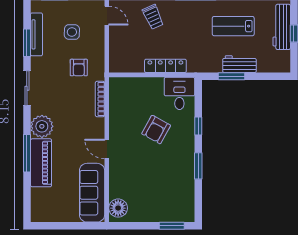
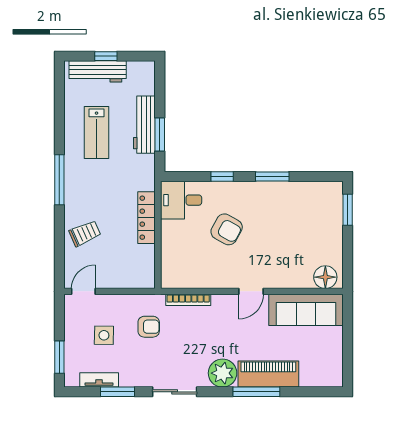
tv unit: (36, 34) -> (99, 380), width x0.71
workbench: (239, 64) -> (144, 125), width x1.38

